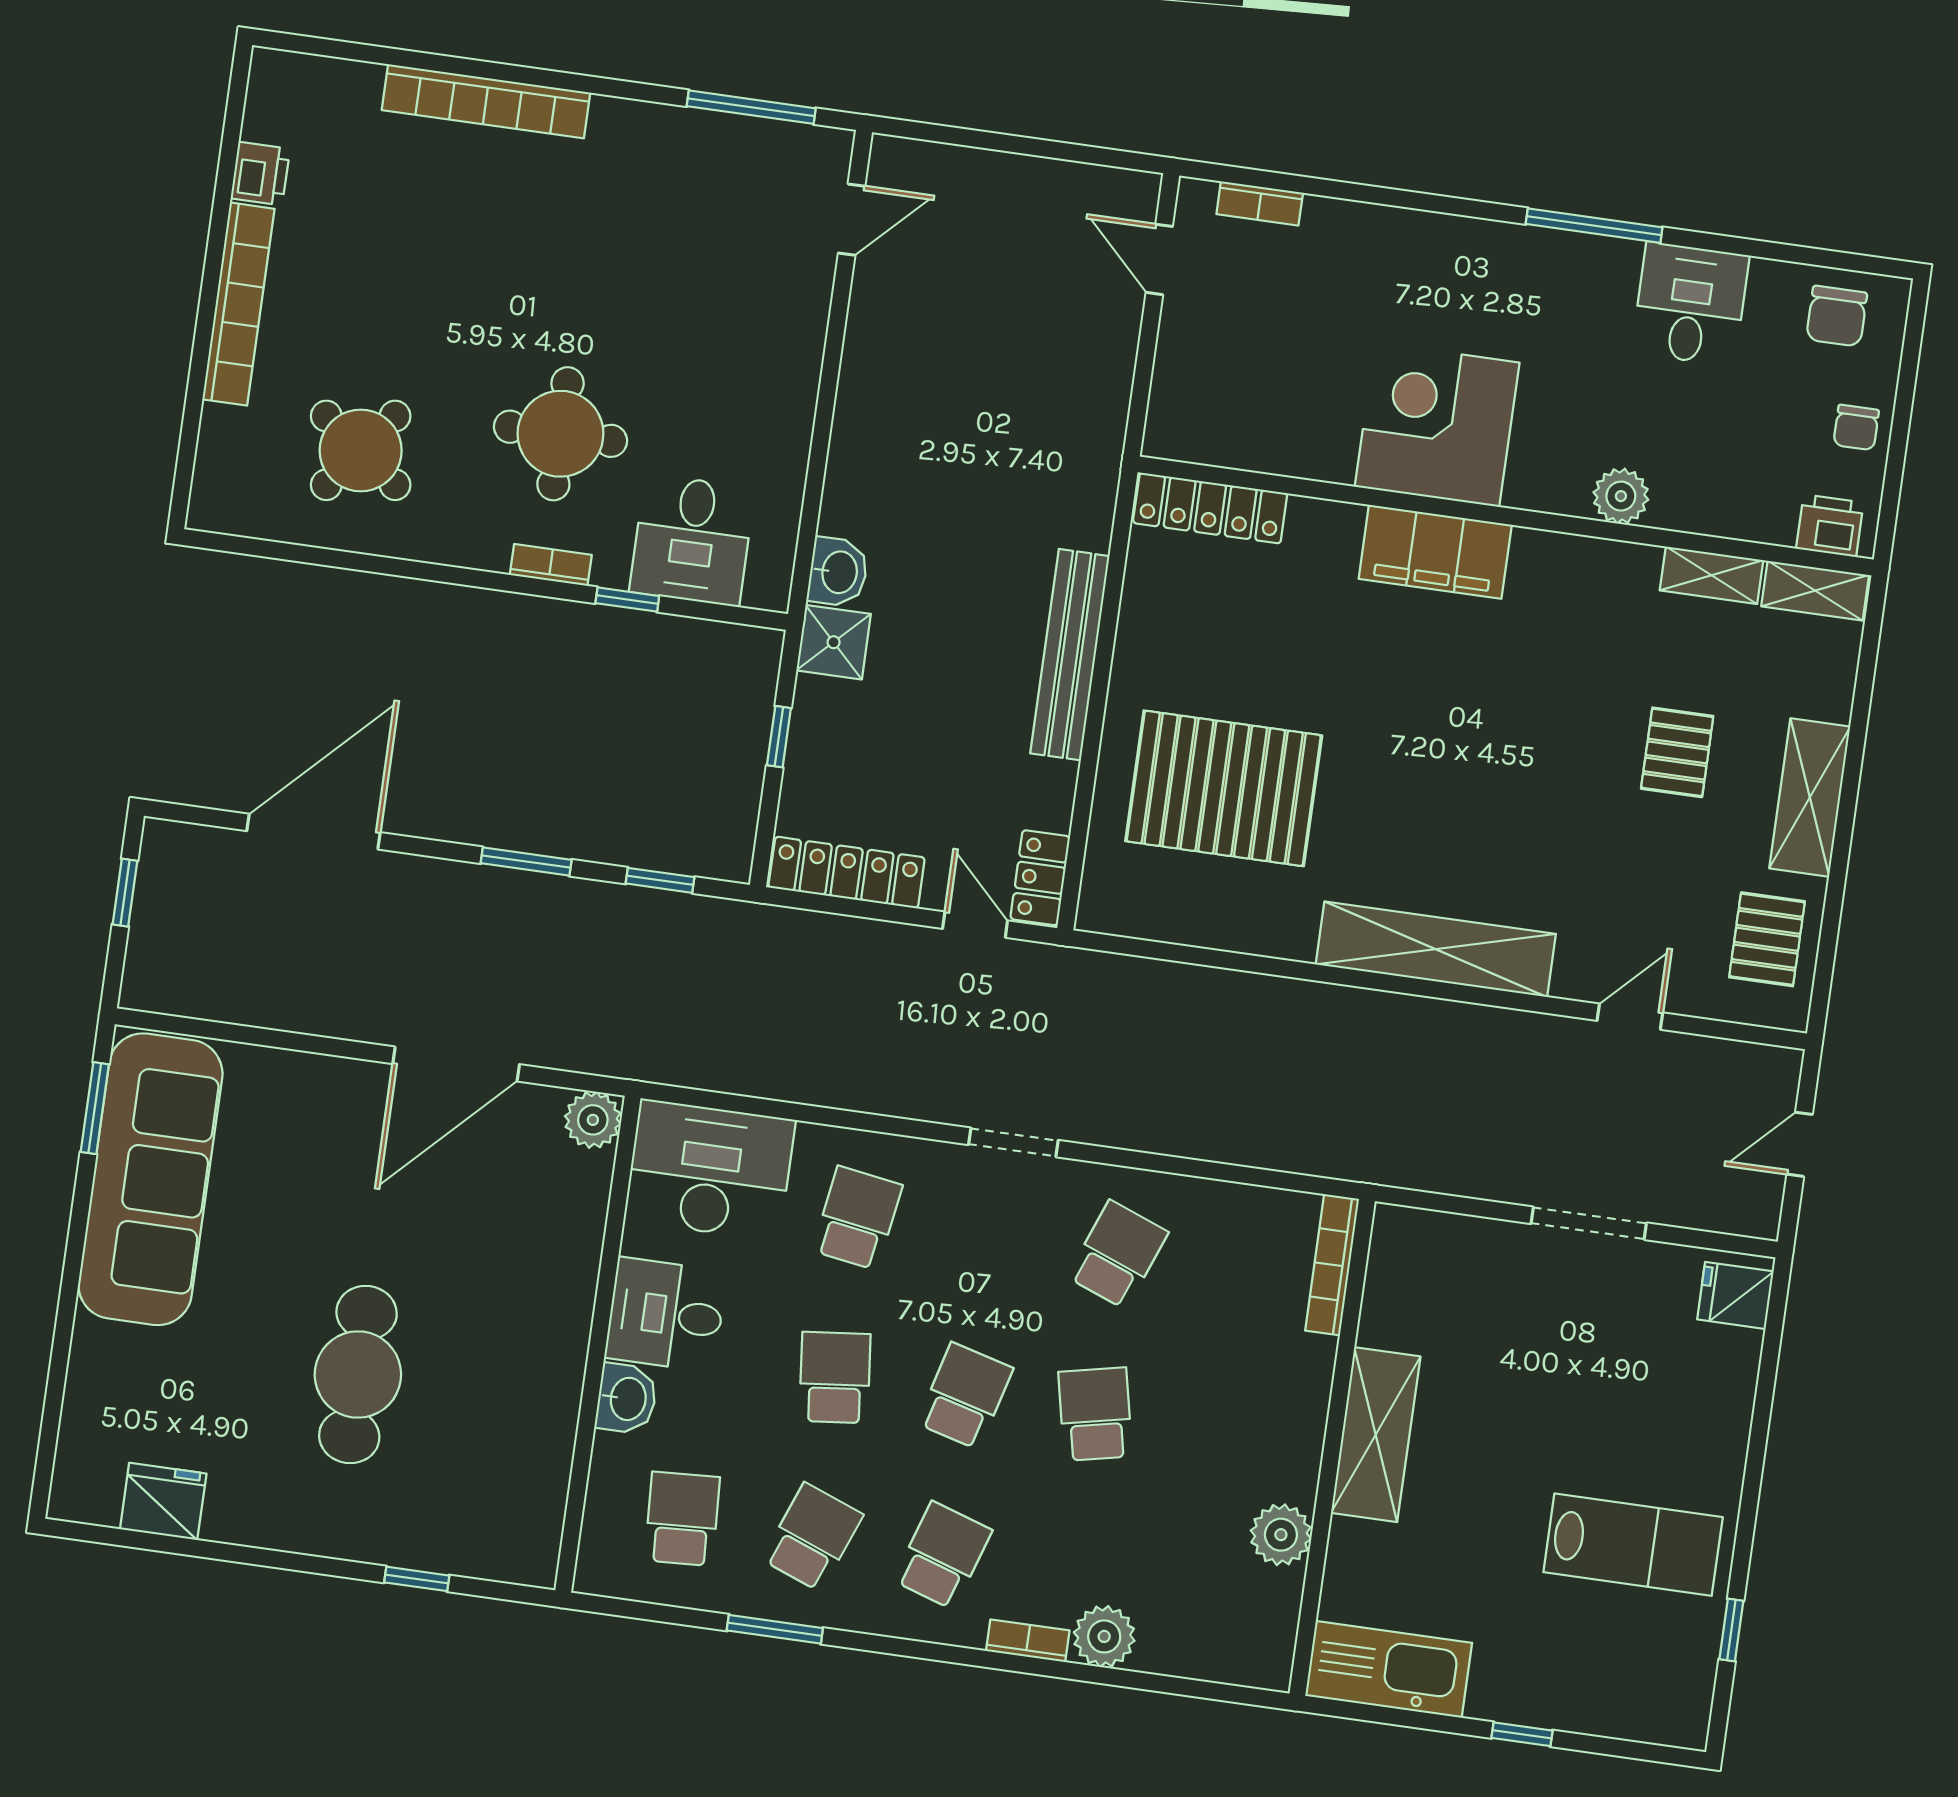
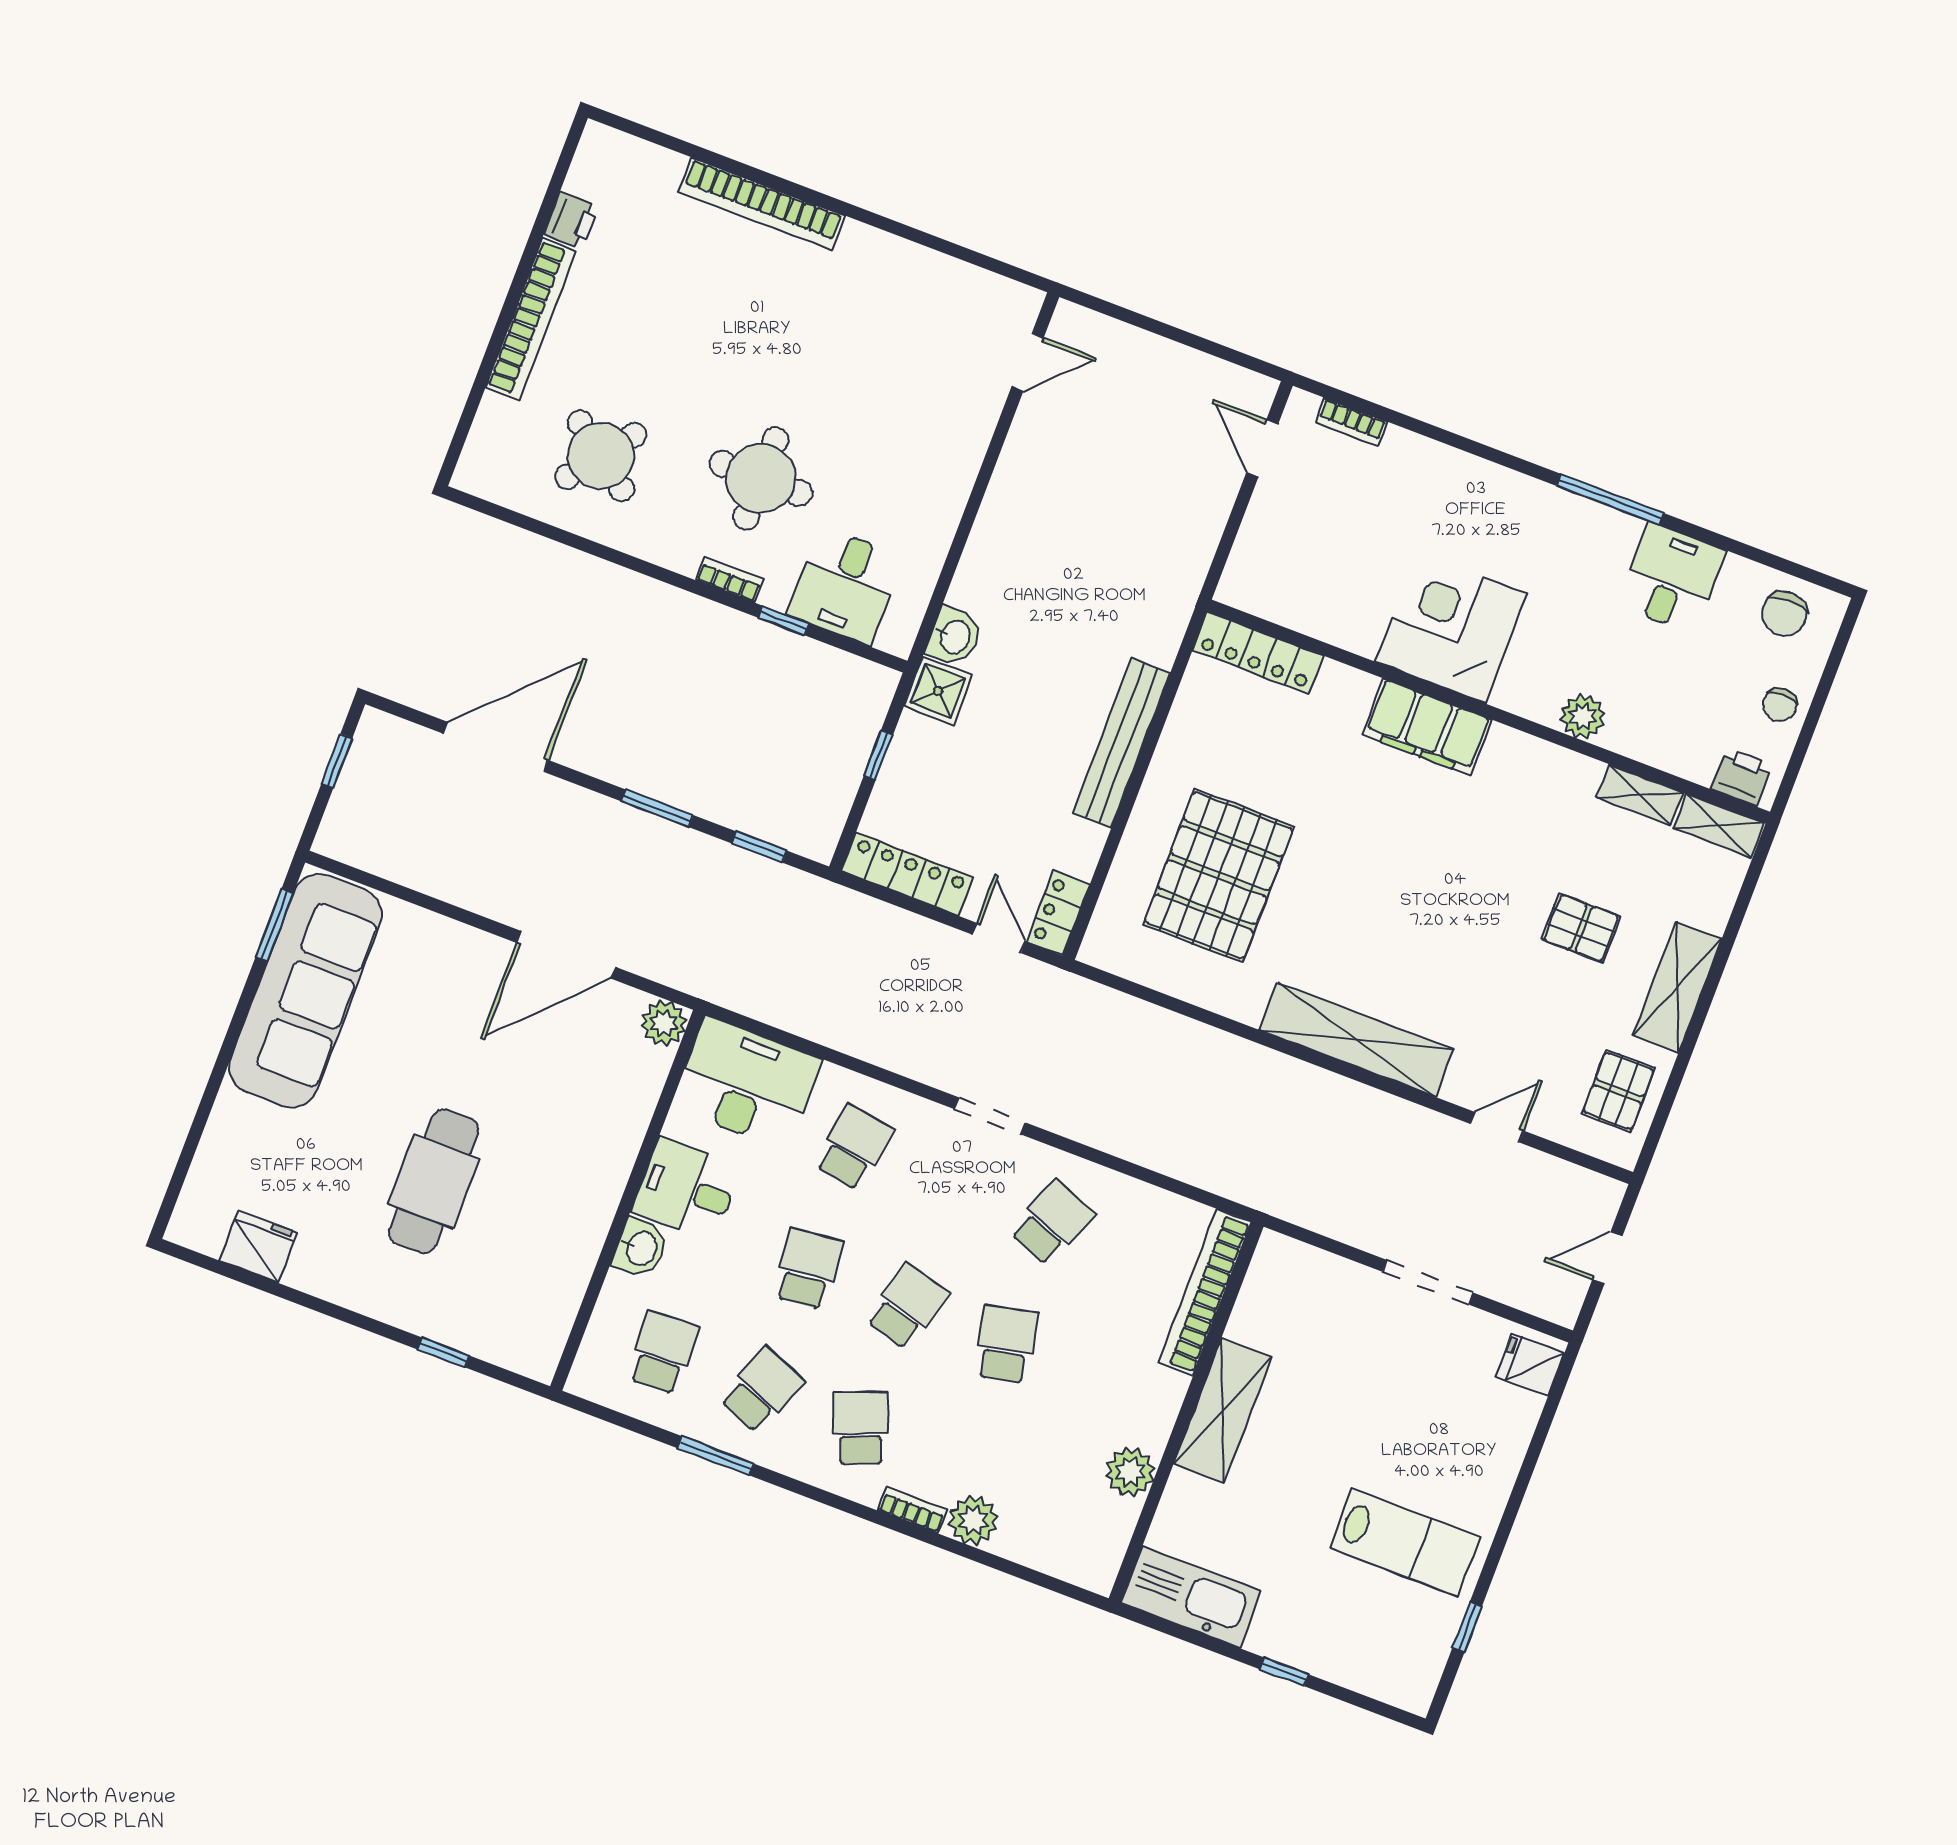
window: (751, 107) -> (969, 256), removed
pallet: (1677, 752) -> (1581, 928), turned 90
pallet: (1224, 788) -> (1219, 875), turned 90
bookcase: (1332, 1265) -> (1205, 1292), width x1.48, depth x1.31
school desk: (943, 1555) -> (861, 1428), turned -39

